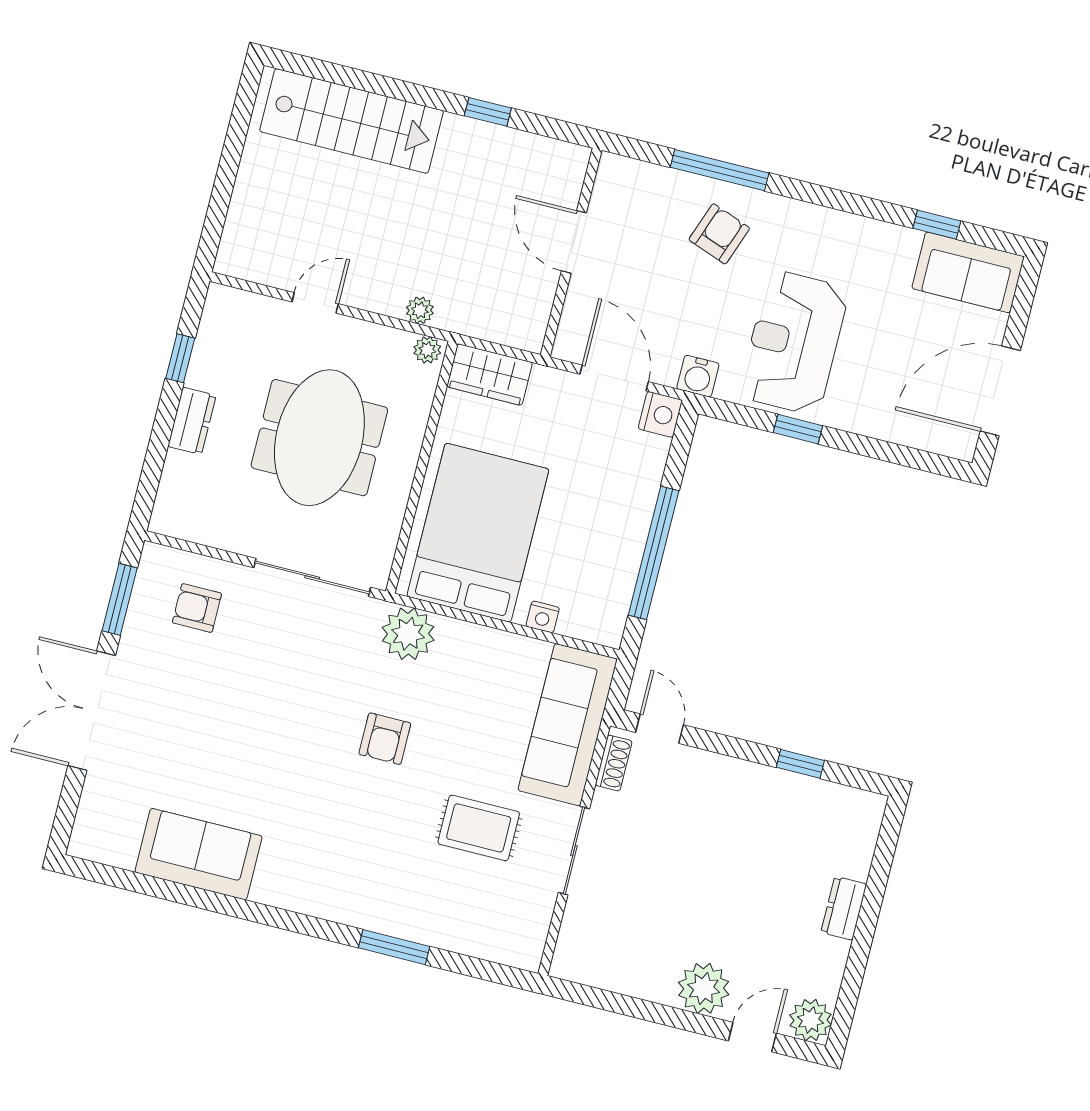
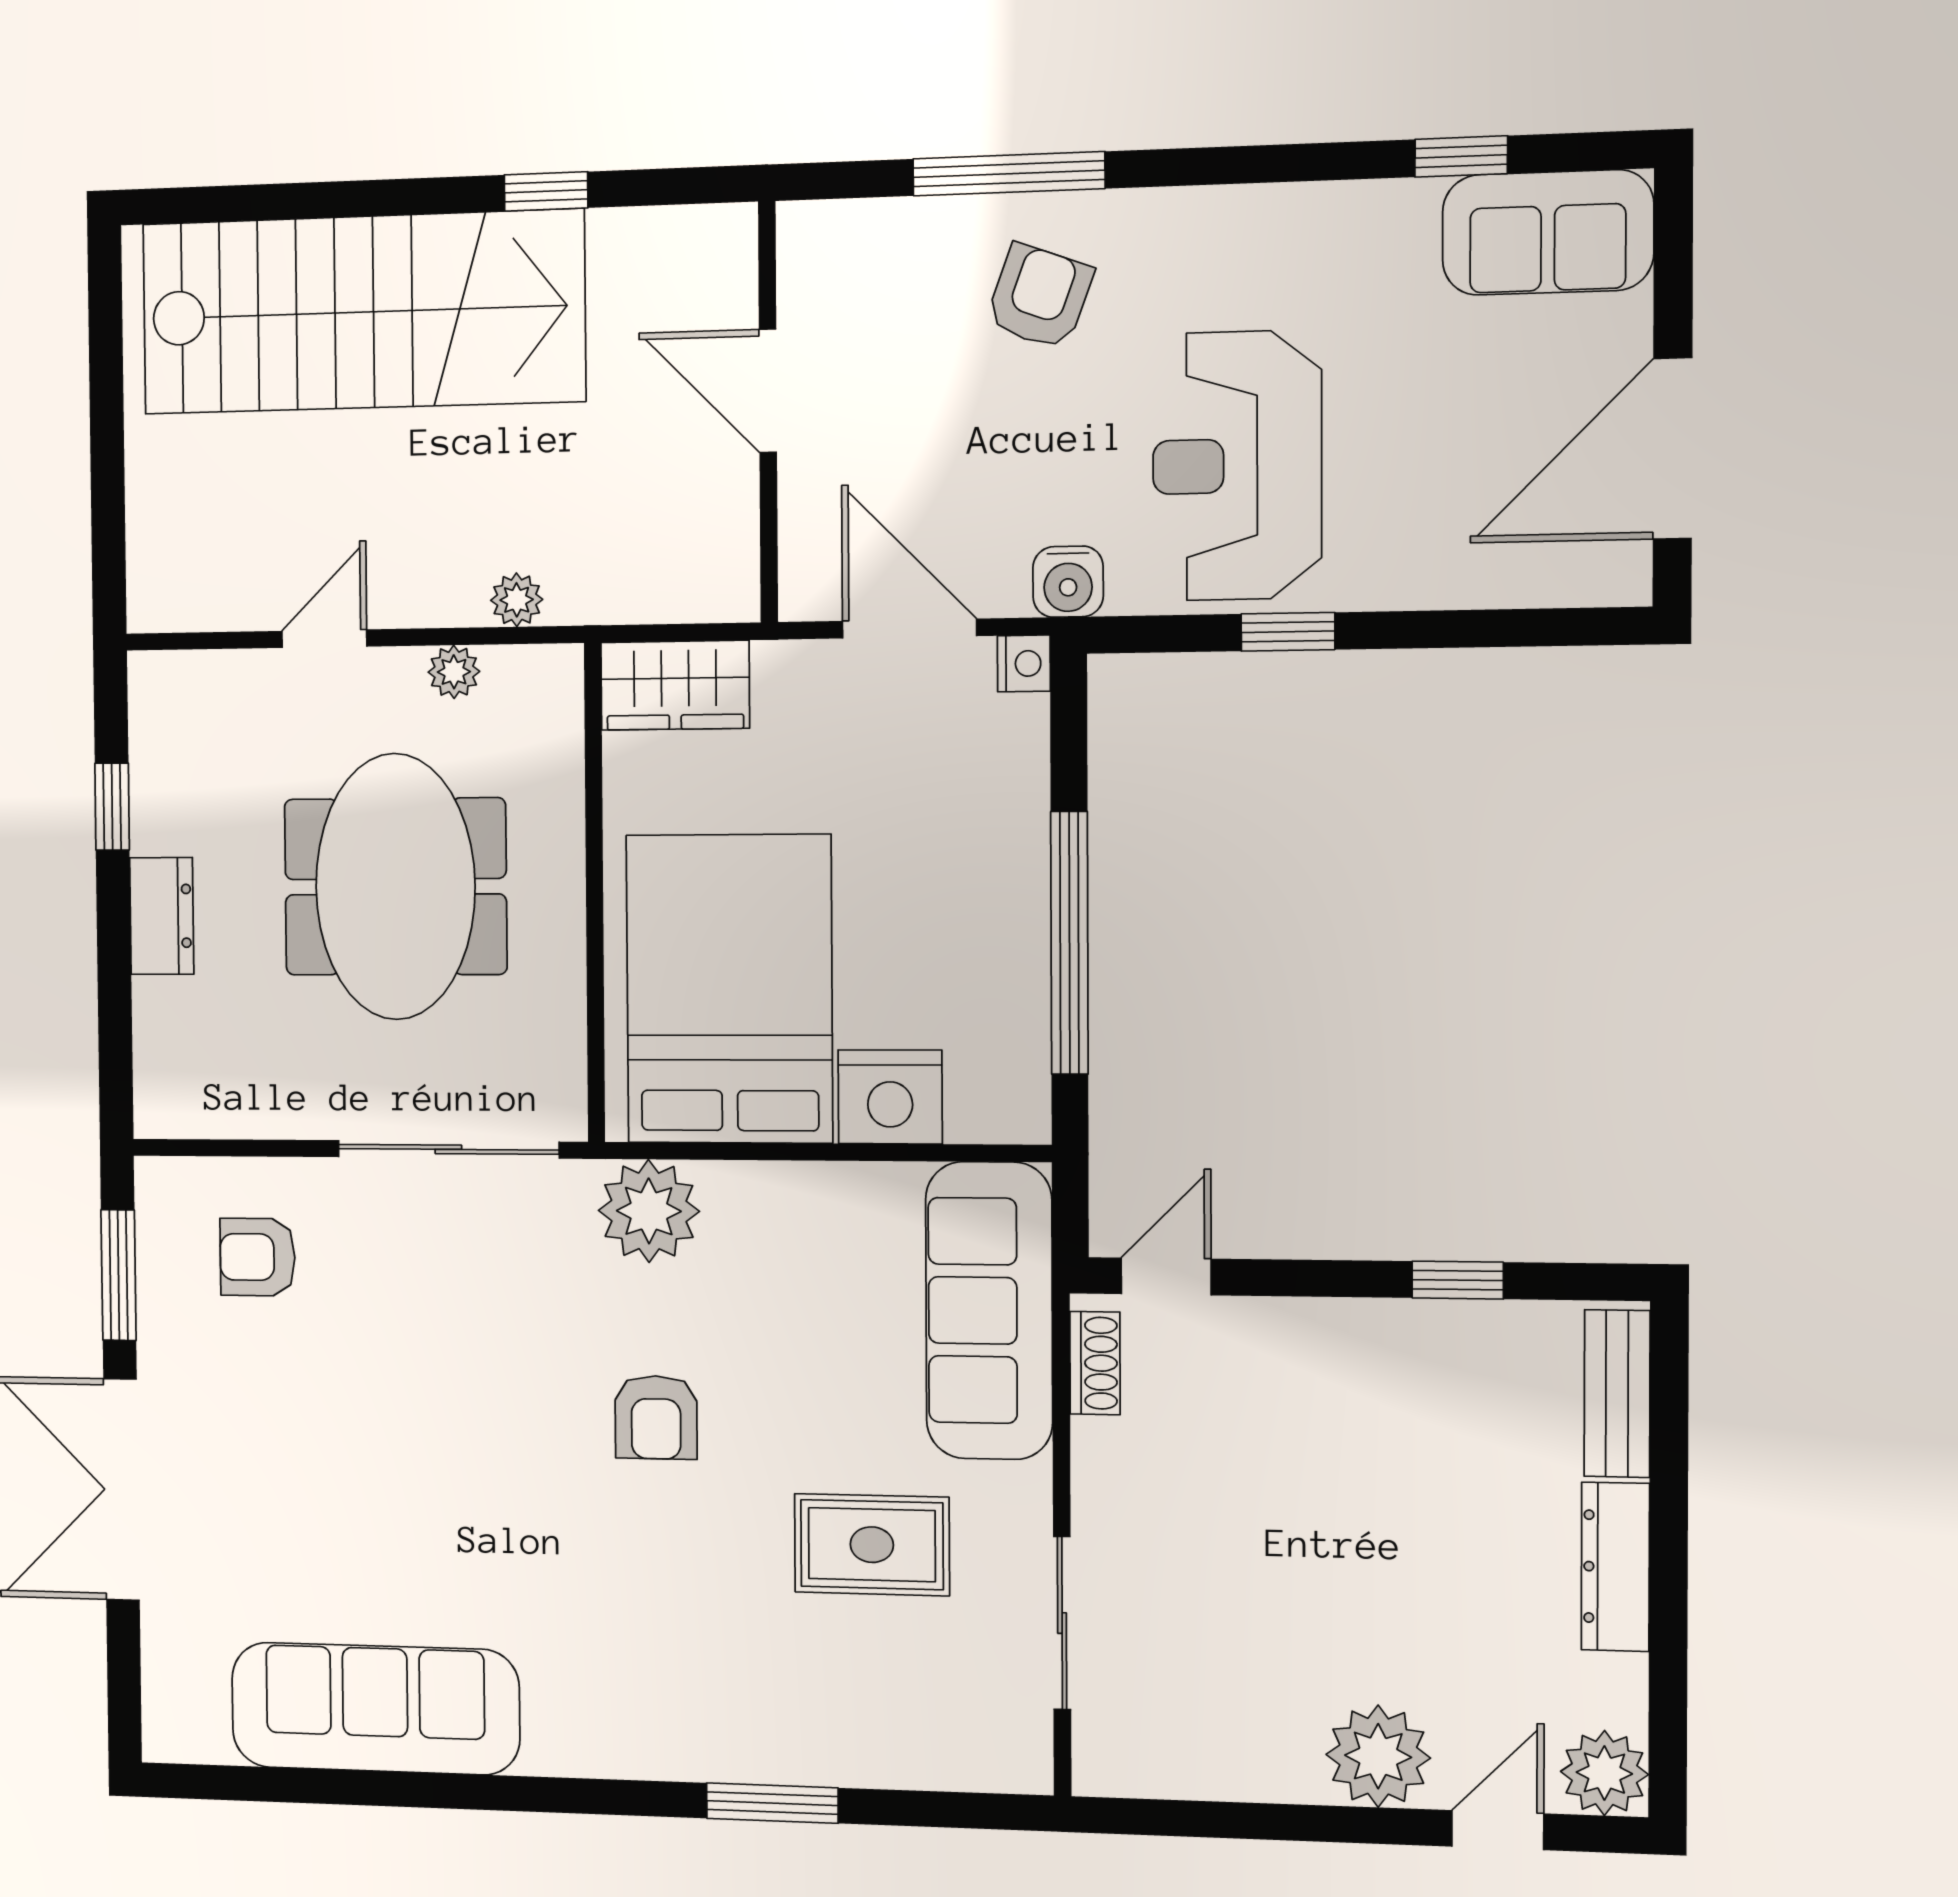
stairs: (352, 121) -> (362, 312), width x1.36, depth x1.51
plant: (427, 350) -> (454, 672), moved
nightstand: (660, 414) -> (1024, 663), width x0.72, depth x0.74
nightstand: (543, 617) -> (890, 1097), width x1.89, depth x1.79
door: (660, 729) -> (1166, 1276), hinge flipped
bench: (862, 837) -> (1617, 1394), added
sliding door: (574, 851) -> (1062, 1623), moved
sofa: (199, 854) -> (375, 1708), width x1.36
dresser: (844, 908) -> (1615, 1567), width x1.44

